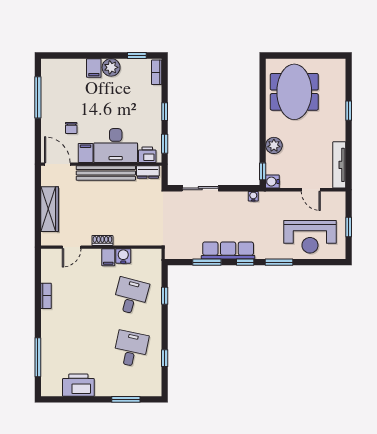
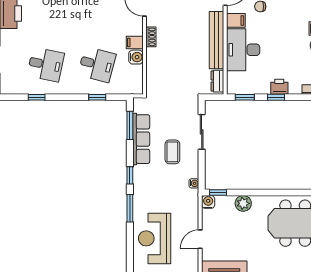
printer: (147, 155) -> (279, 87), moved, turned -90
coffee table: (221, 218) -> (172, 152), added
row of seats: (228, 251) -> (141, 139), moved
window: (207, 262) -> (130, 125), moved

